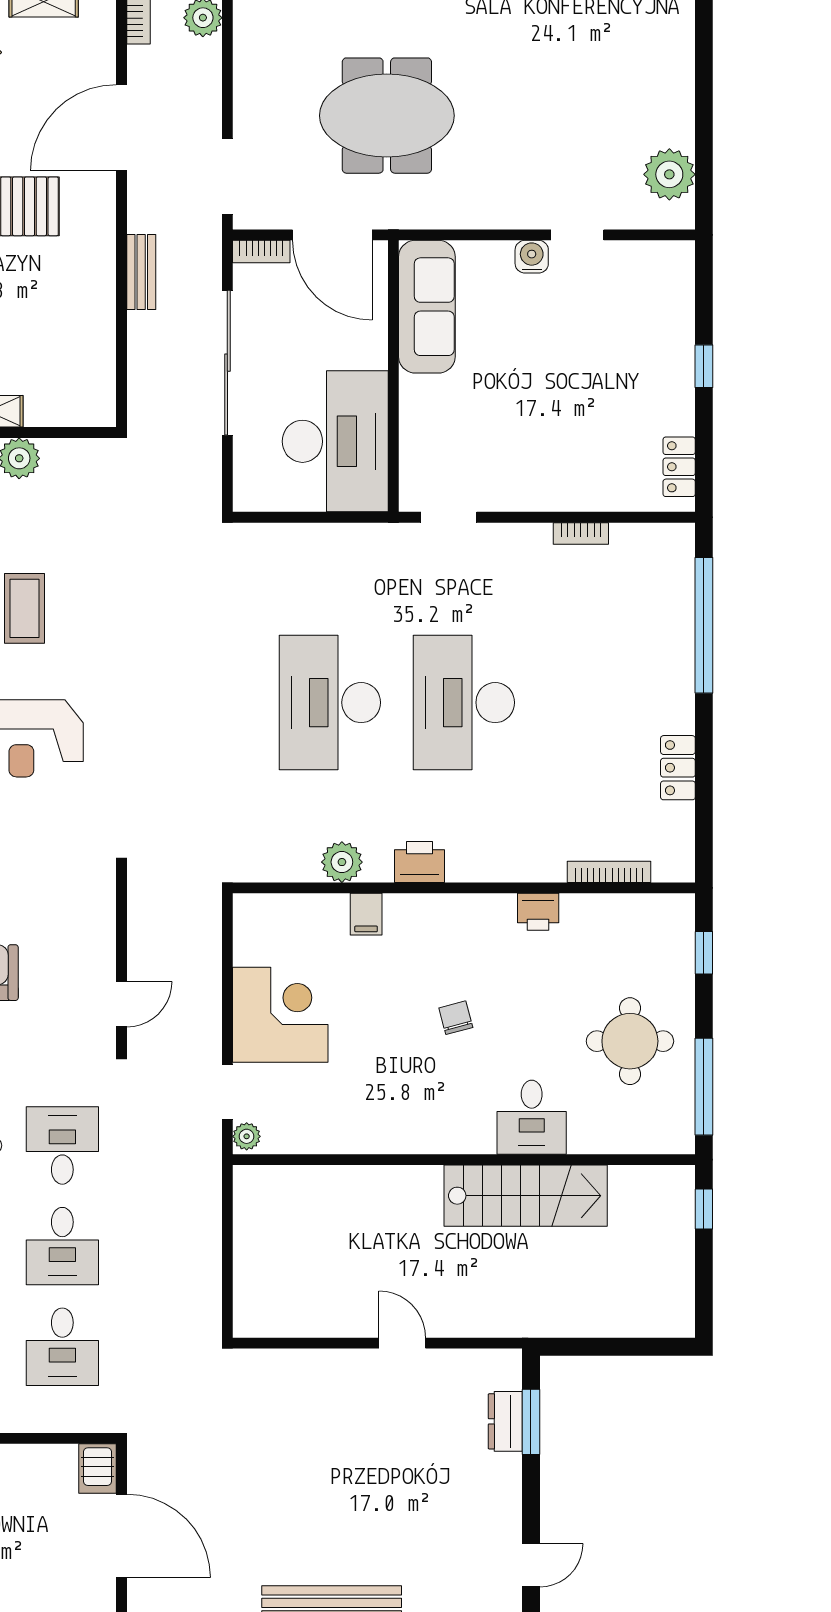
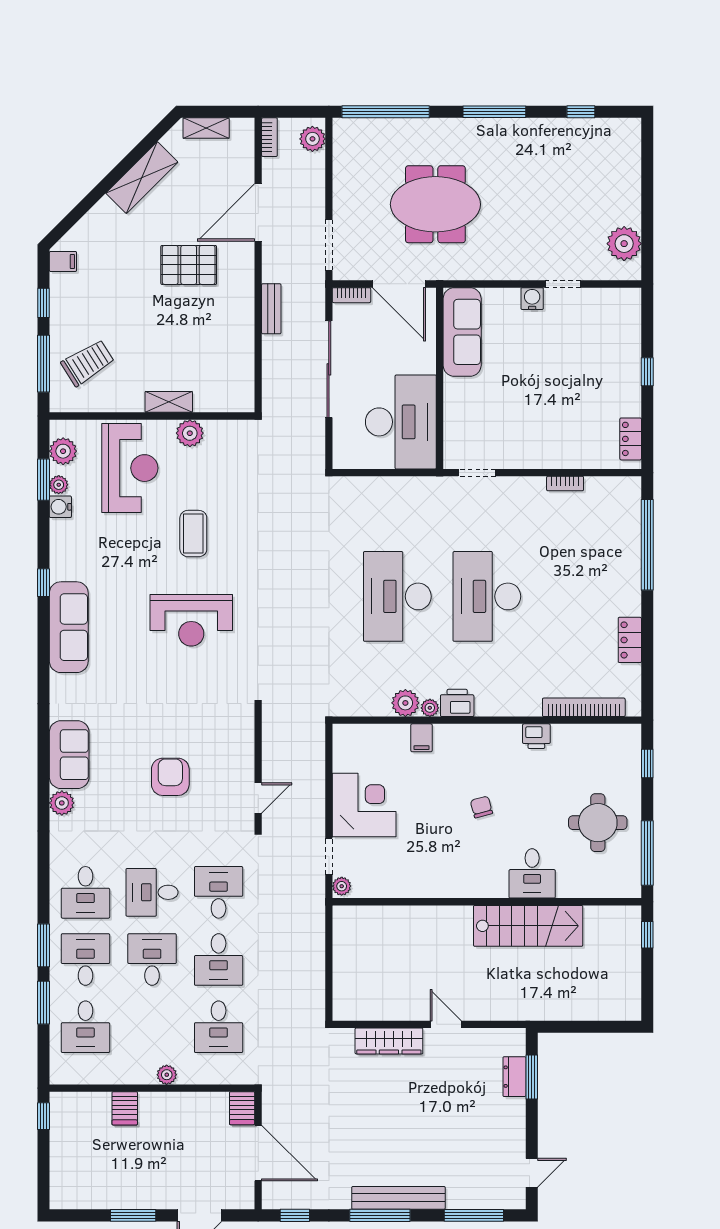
plant: (379, 869) -> (430, 708), added
bookcase: (609, 872) -> (584, 707), width x1.48, depth x1.31
wardrobe: (317, 1368) -> (389, 1041), added

